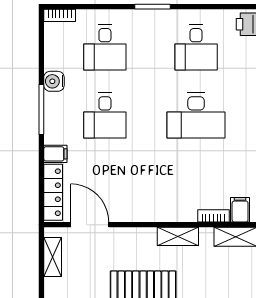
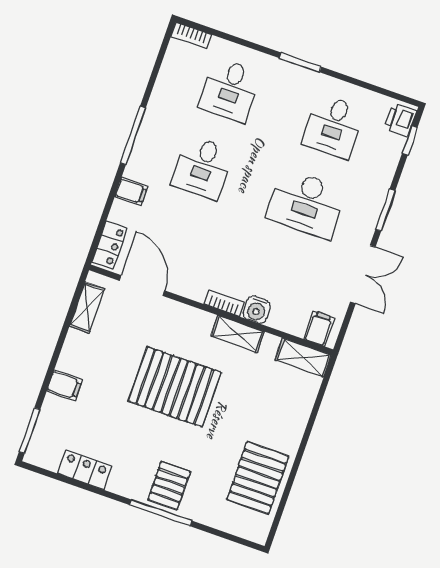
water cooler: (54, 81) -> (257, 310), moved, turned -90
locker: (53, 192) -> (109, 245), width x0.66
bookcase: (213, 216) -> (224, 303), moved

